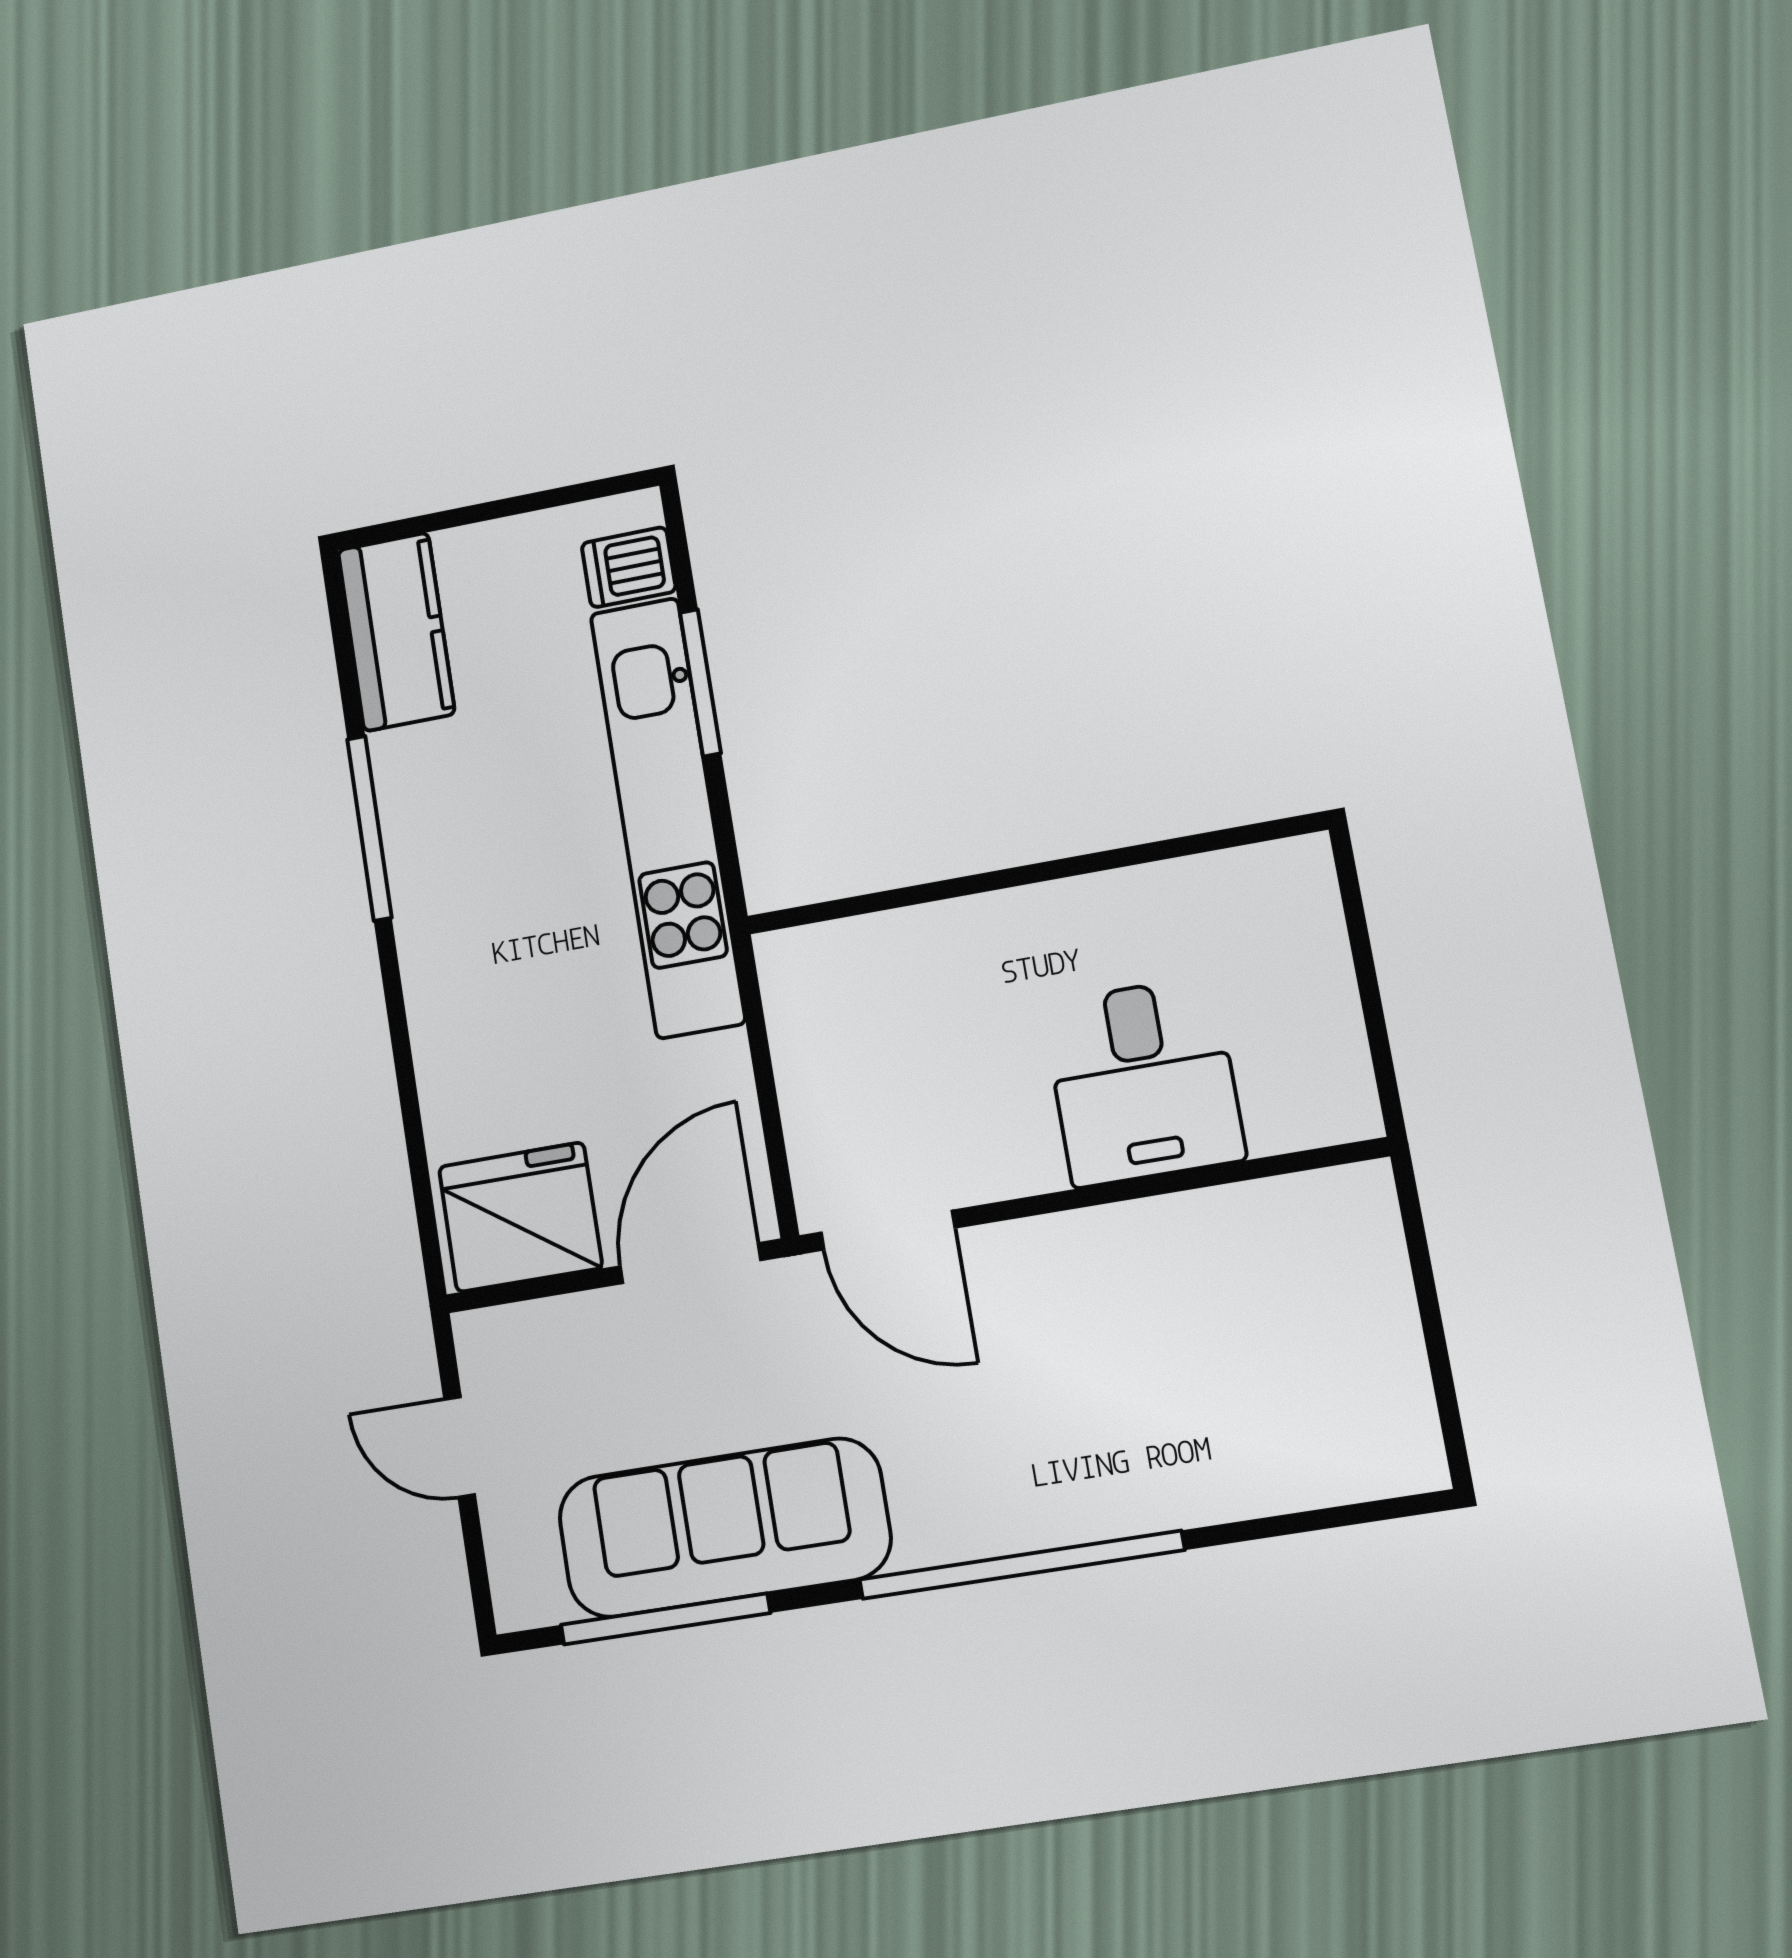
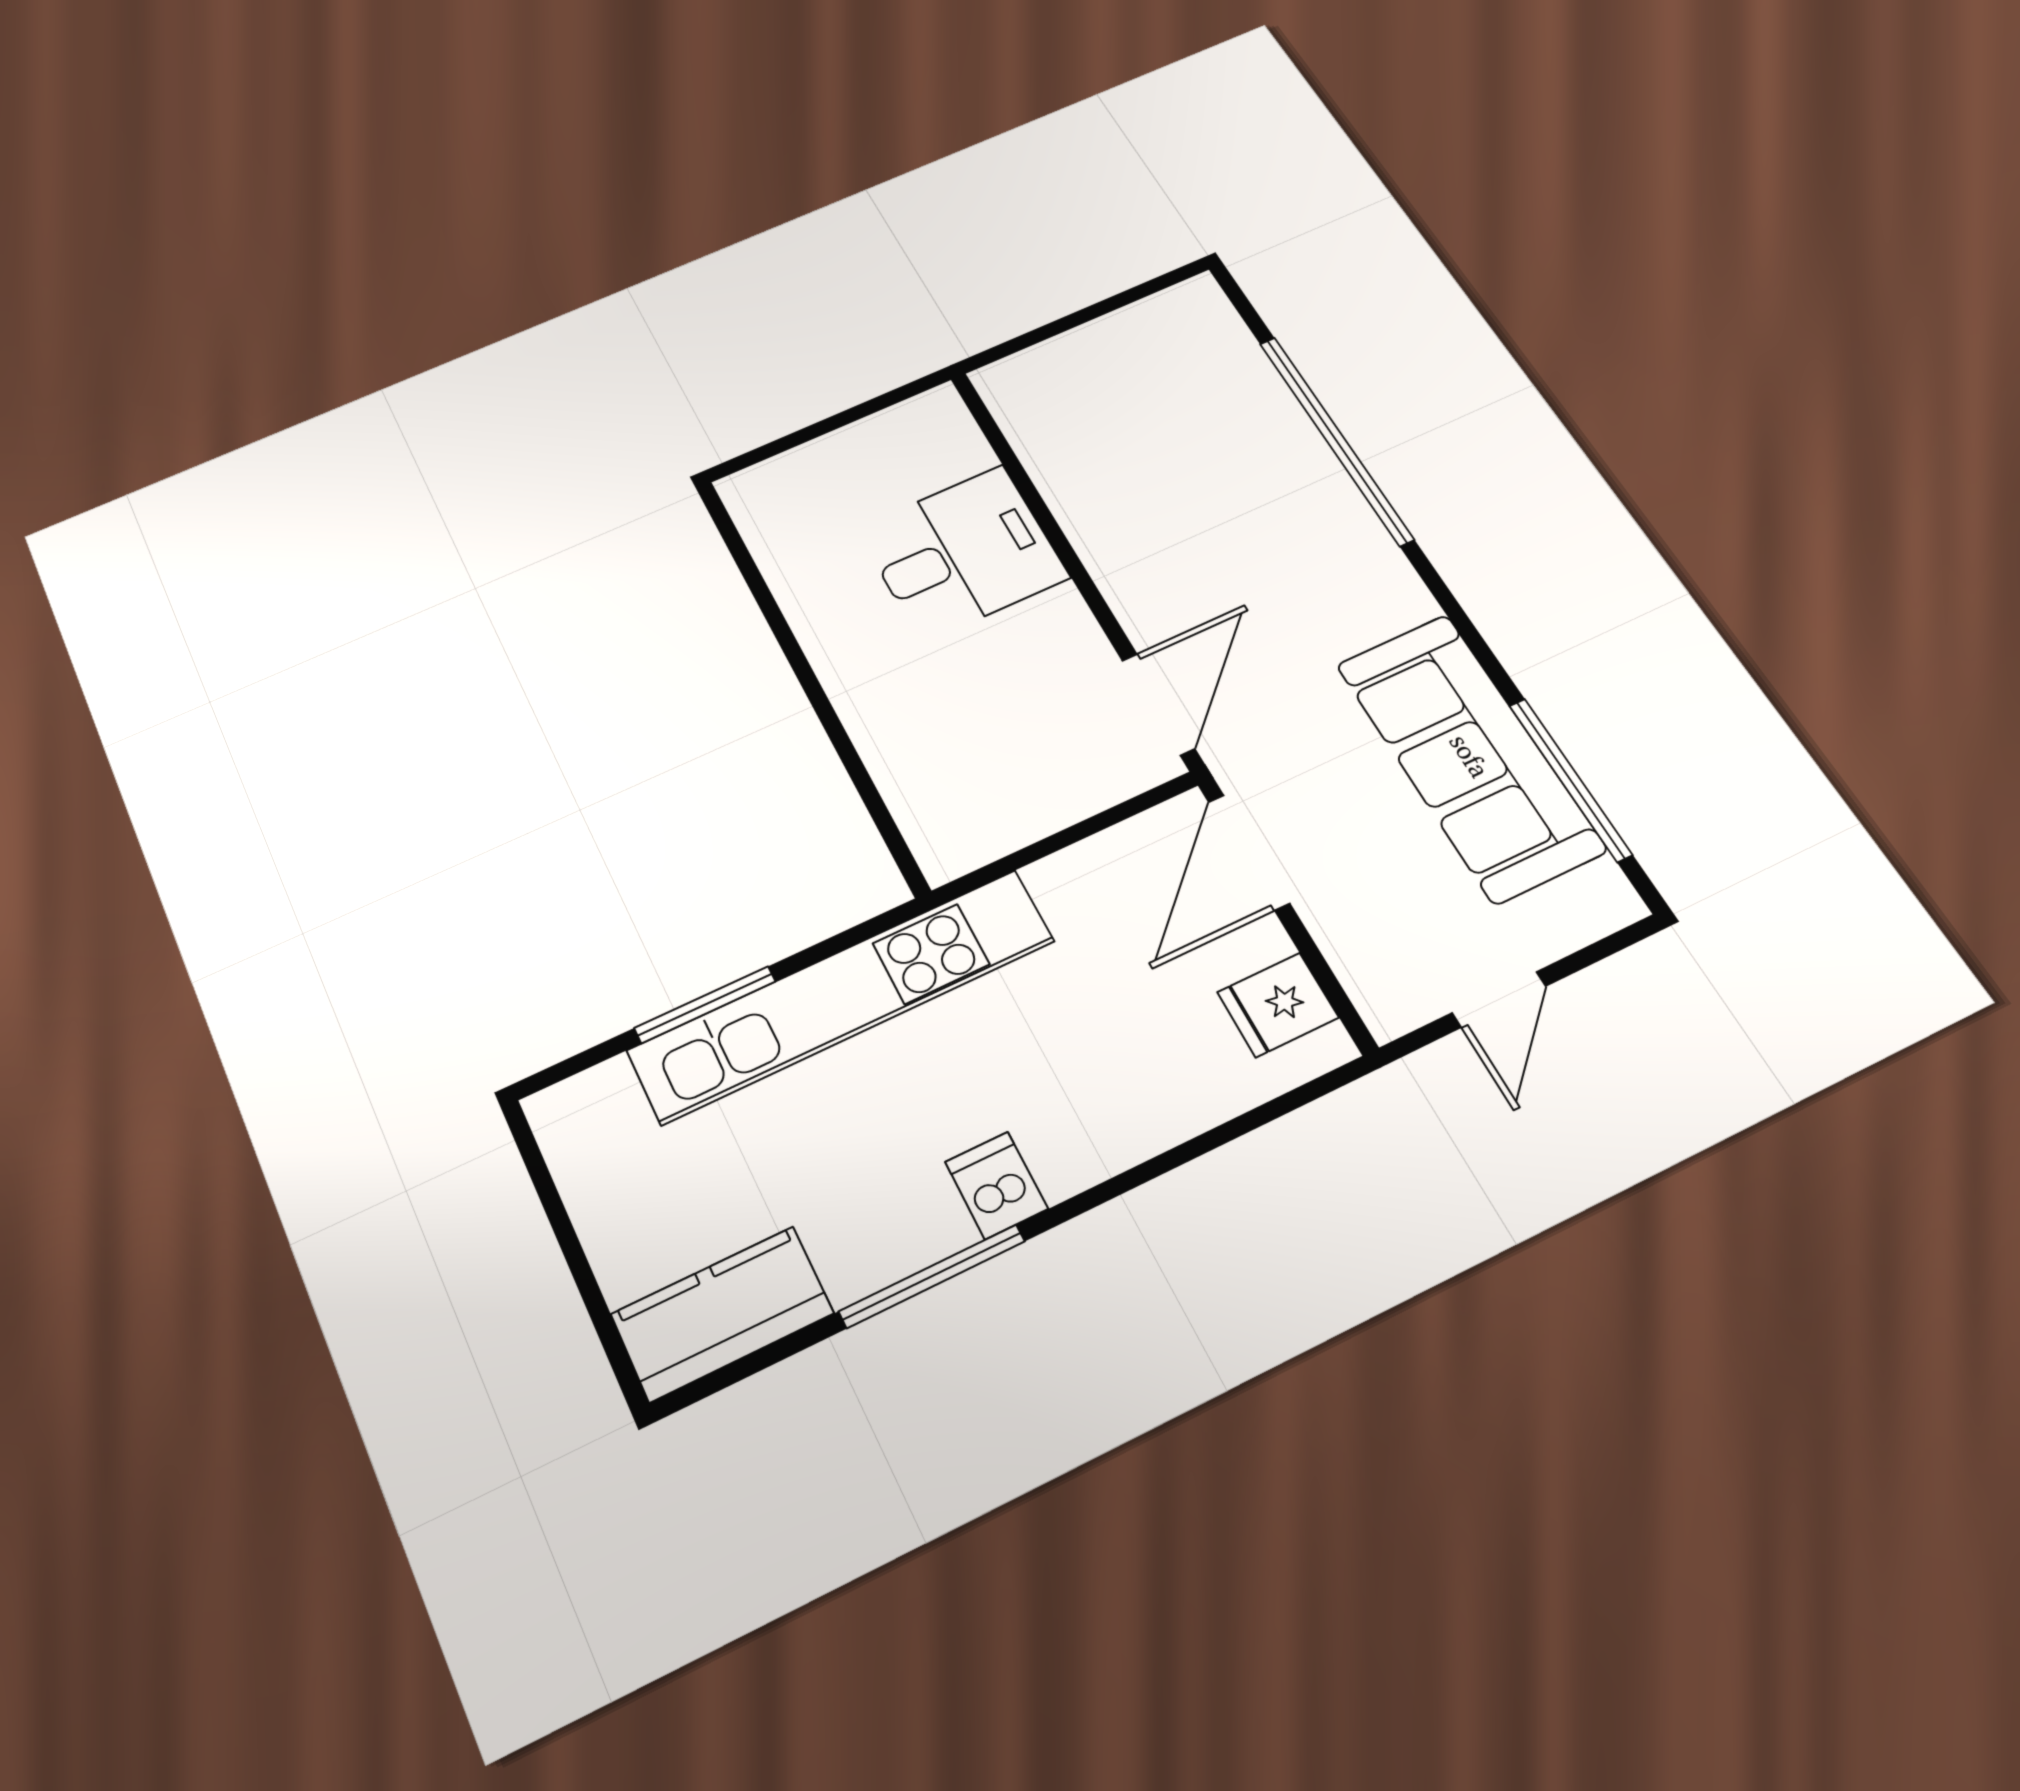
dishwasher: (629, 567) -> (996, 1185), moved, turned 180
fridge: (520, 1217) -> (1278, 1005), width x0.53, depth x0.75
door: (690, 1263) -> (1249, 852), hinge flipped
window: (1021, 1565) -> (1336, 440), moved

